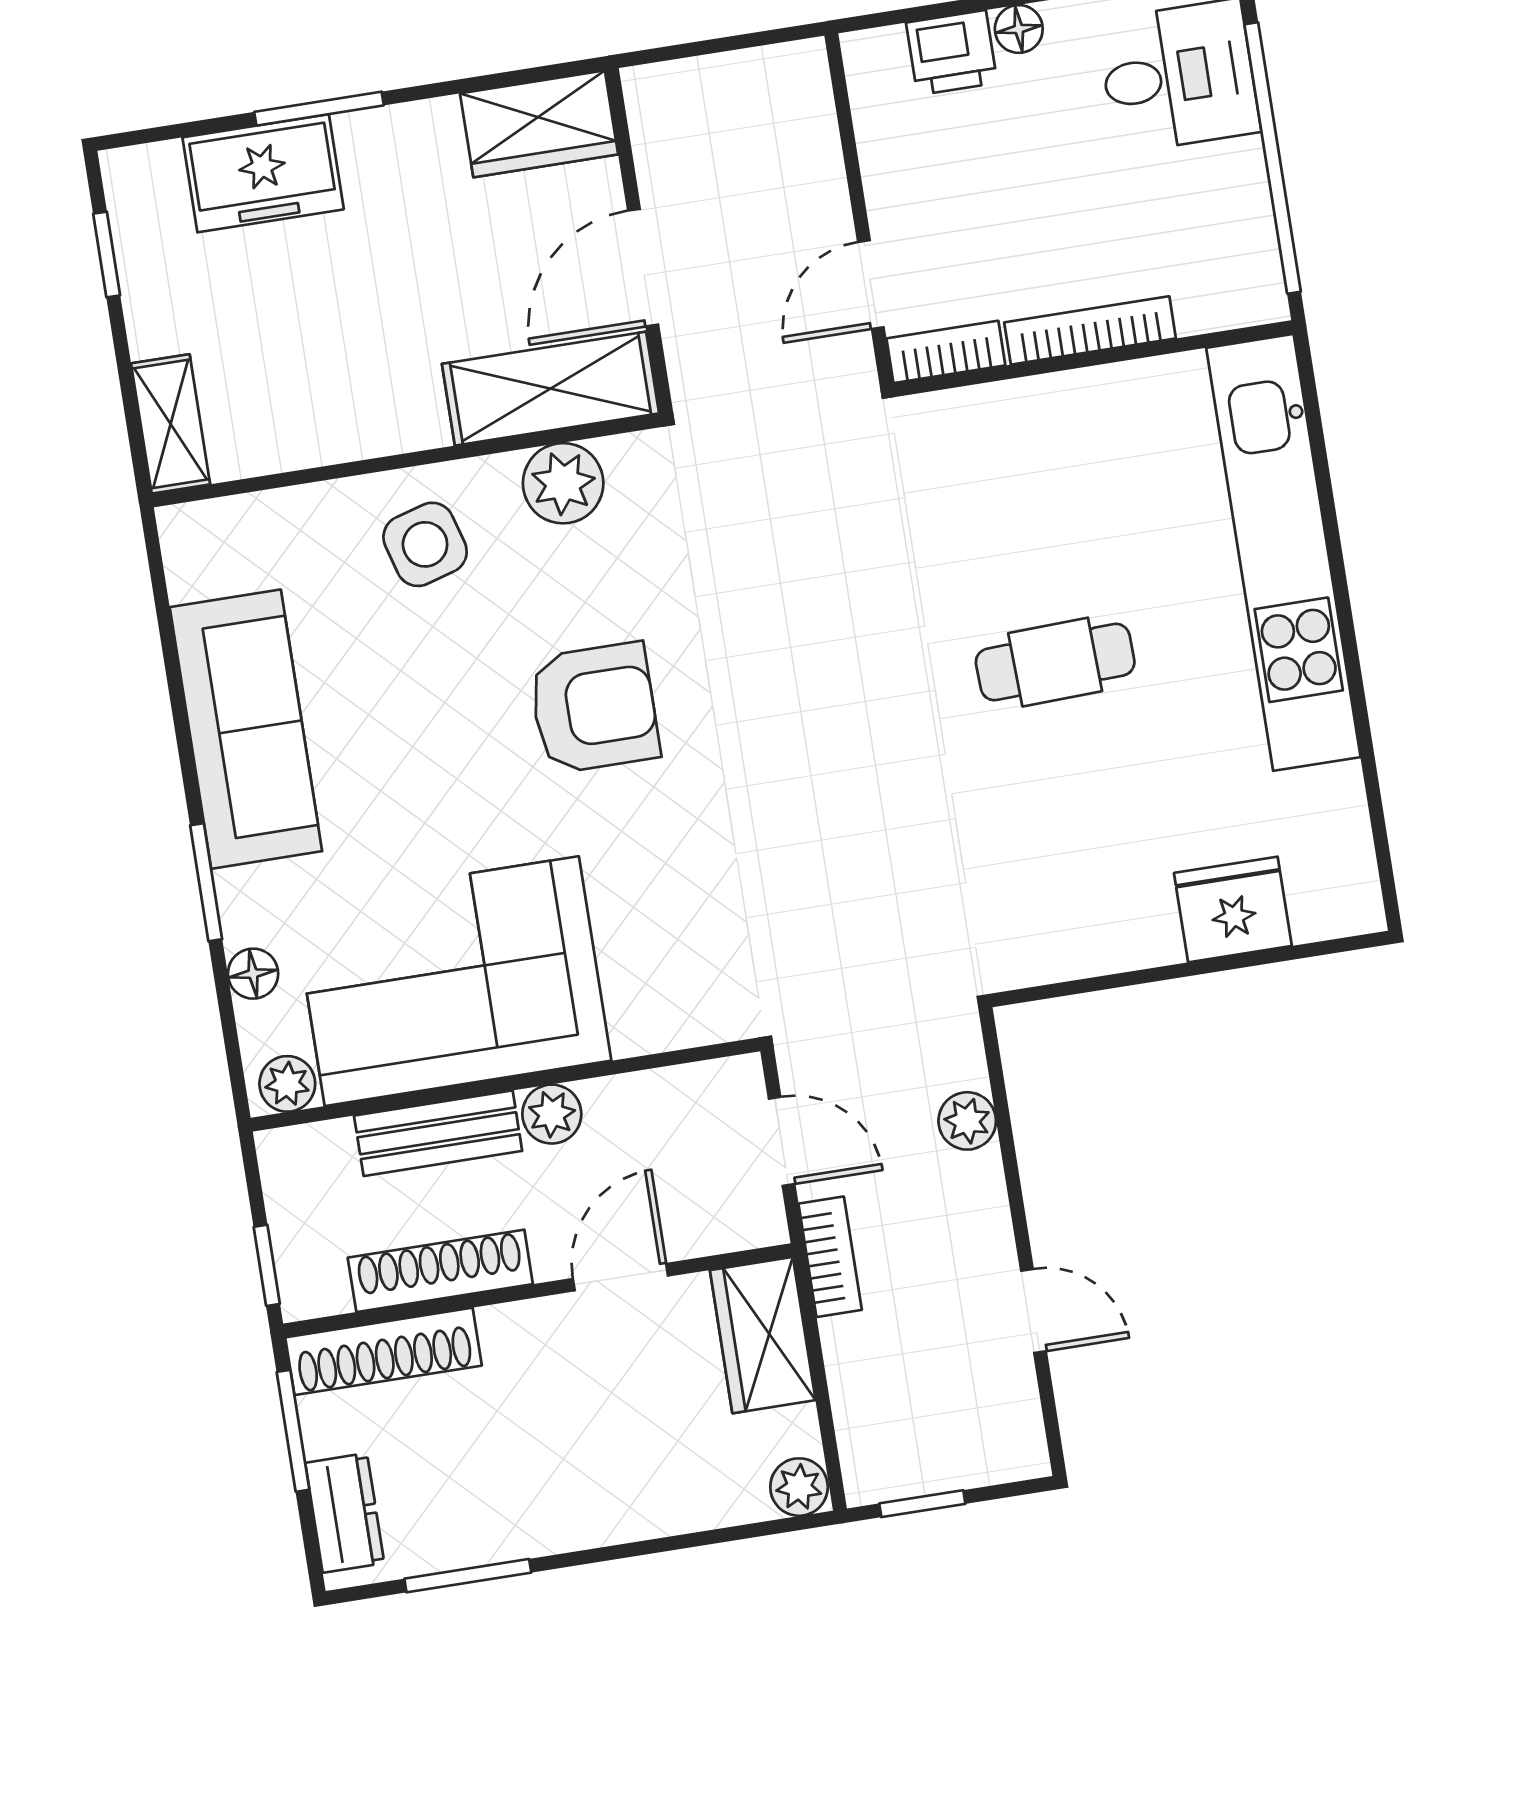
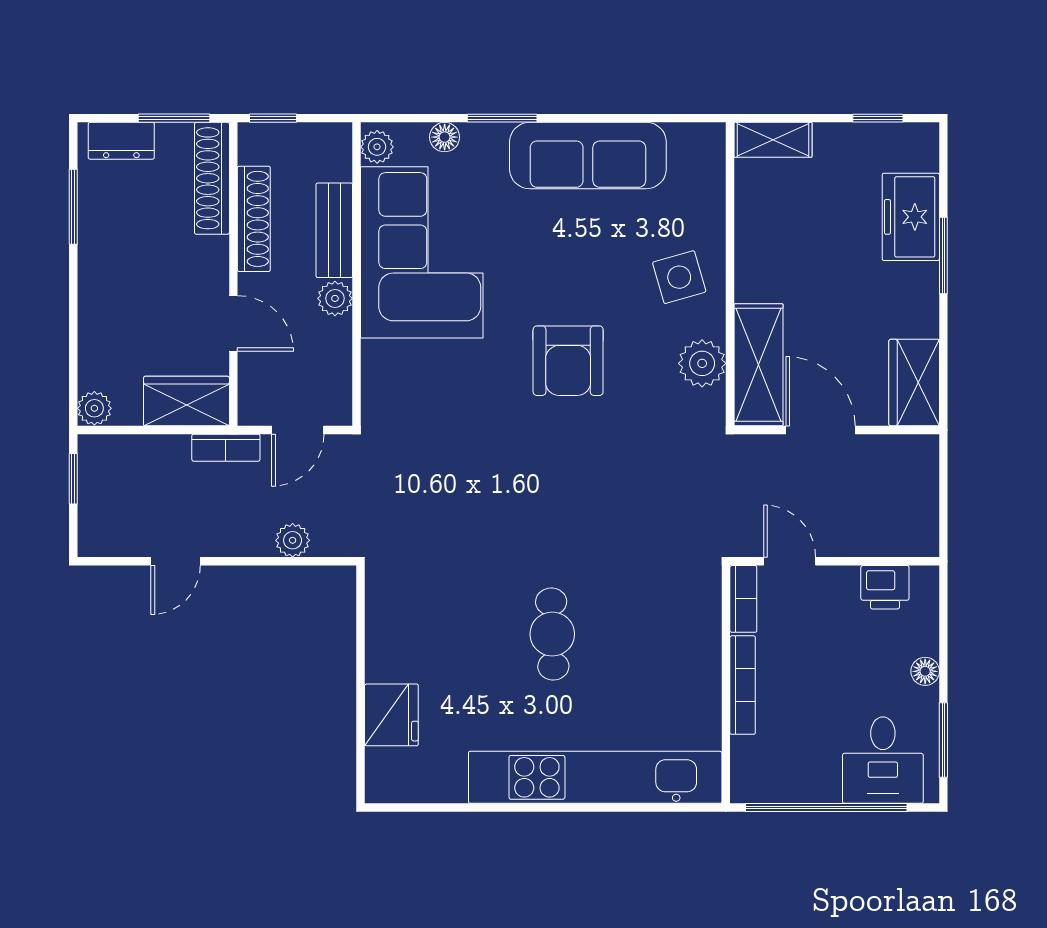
printer: (952, 53) -> (885, 587), moved, turned -90

